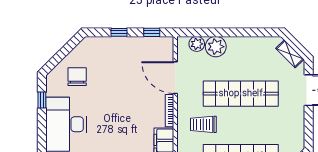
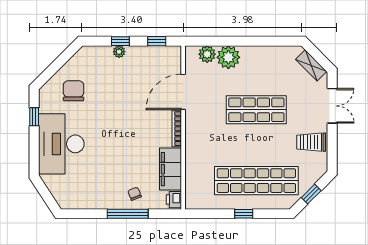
plant: (118, 42) -> (119, 52), added
door: (175, 78) -> (183, 92), hinge flipped
shop shelf: (241, 94) -> (256, 110), width x0.71
trolley: (203, 124) -> (311, 142), moved

